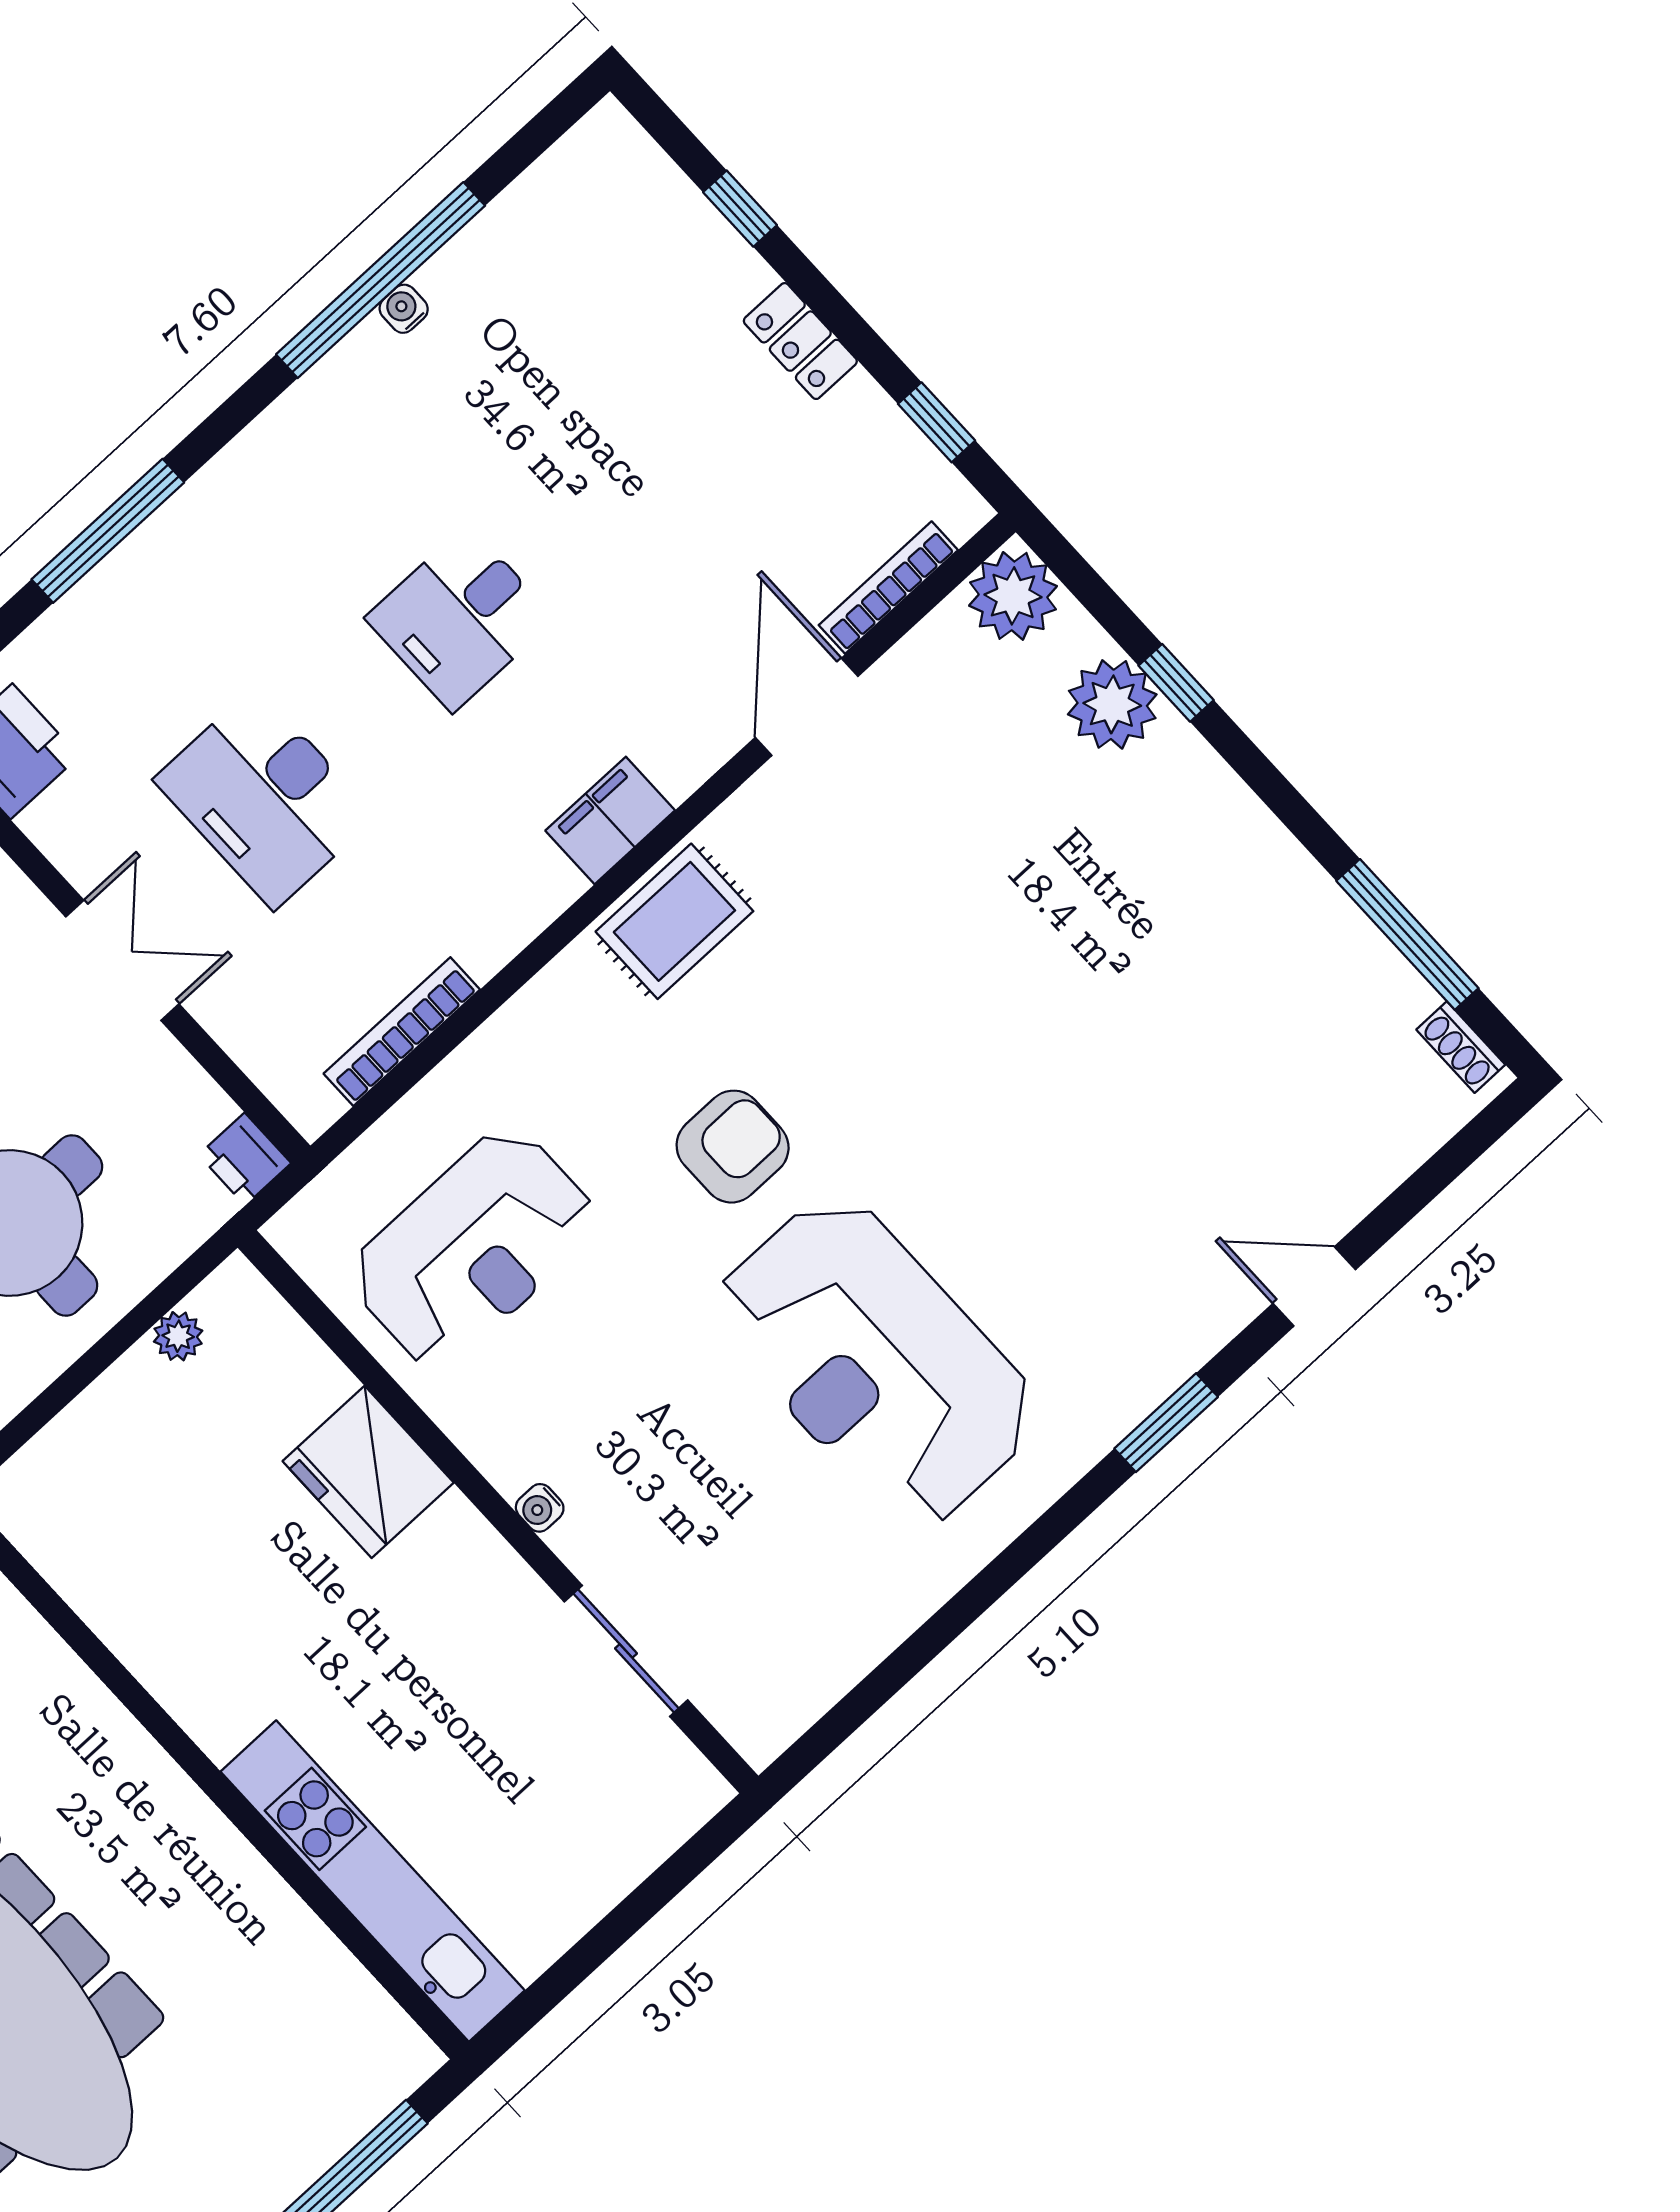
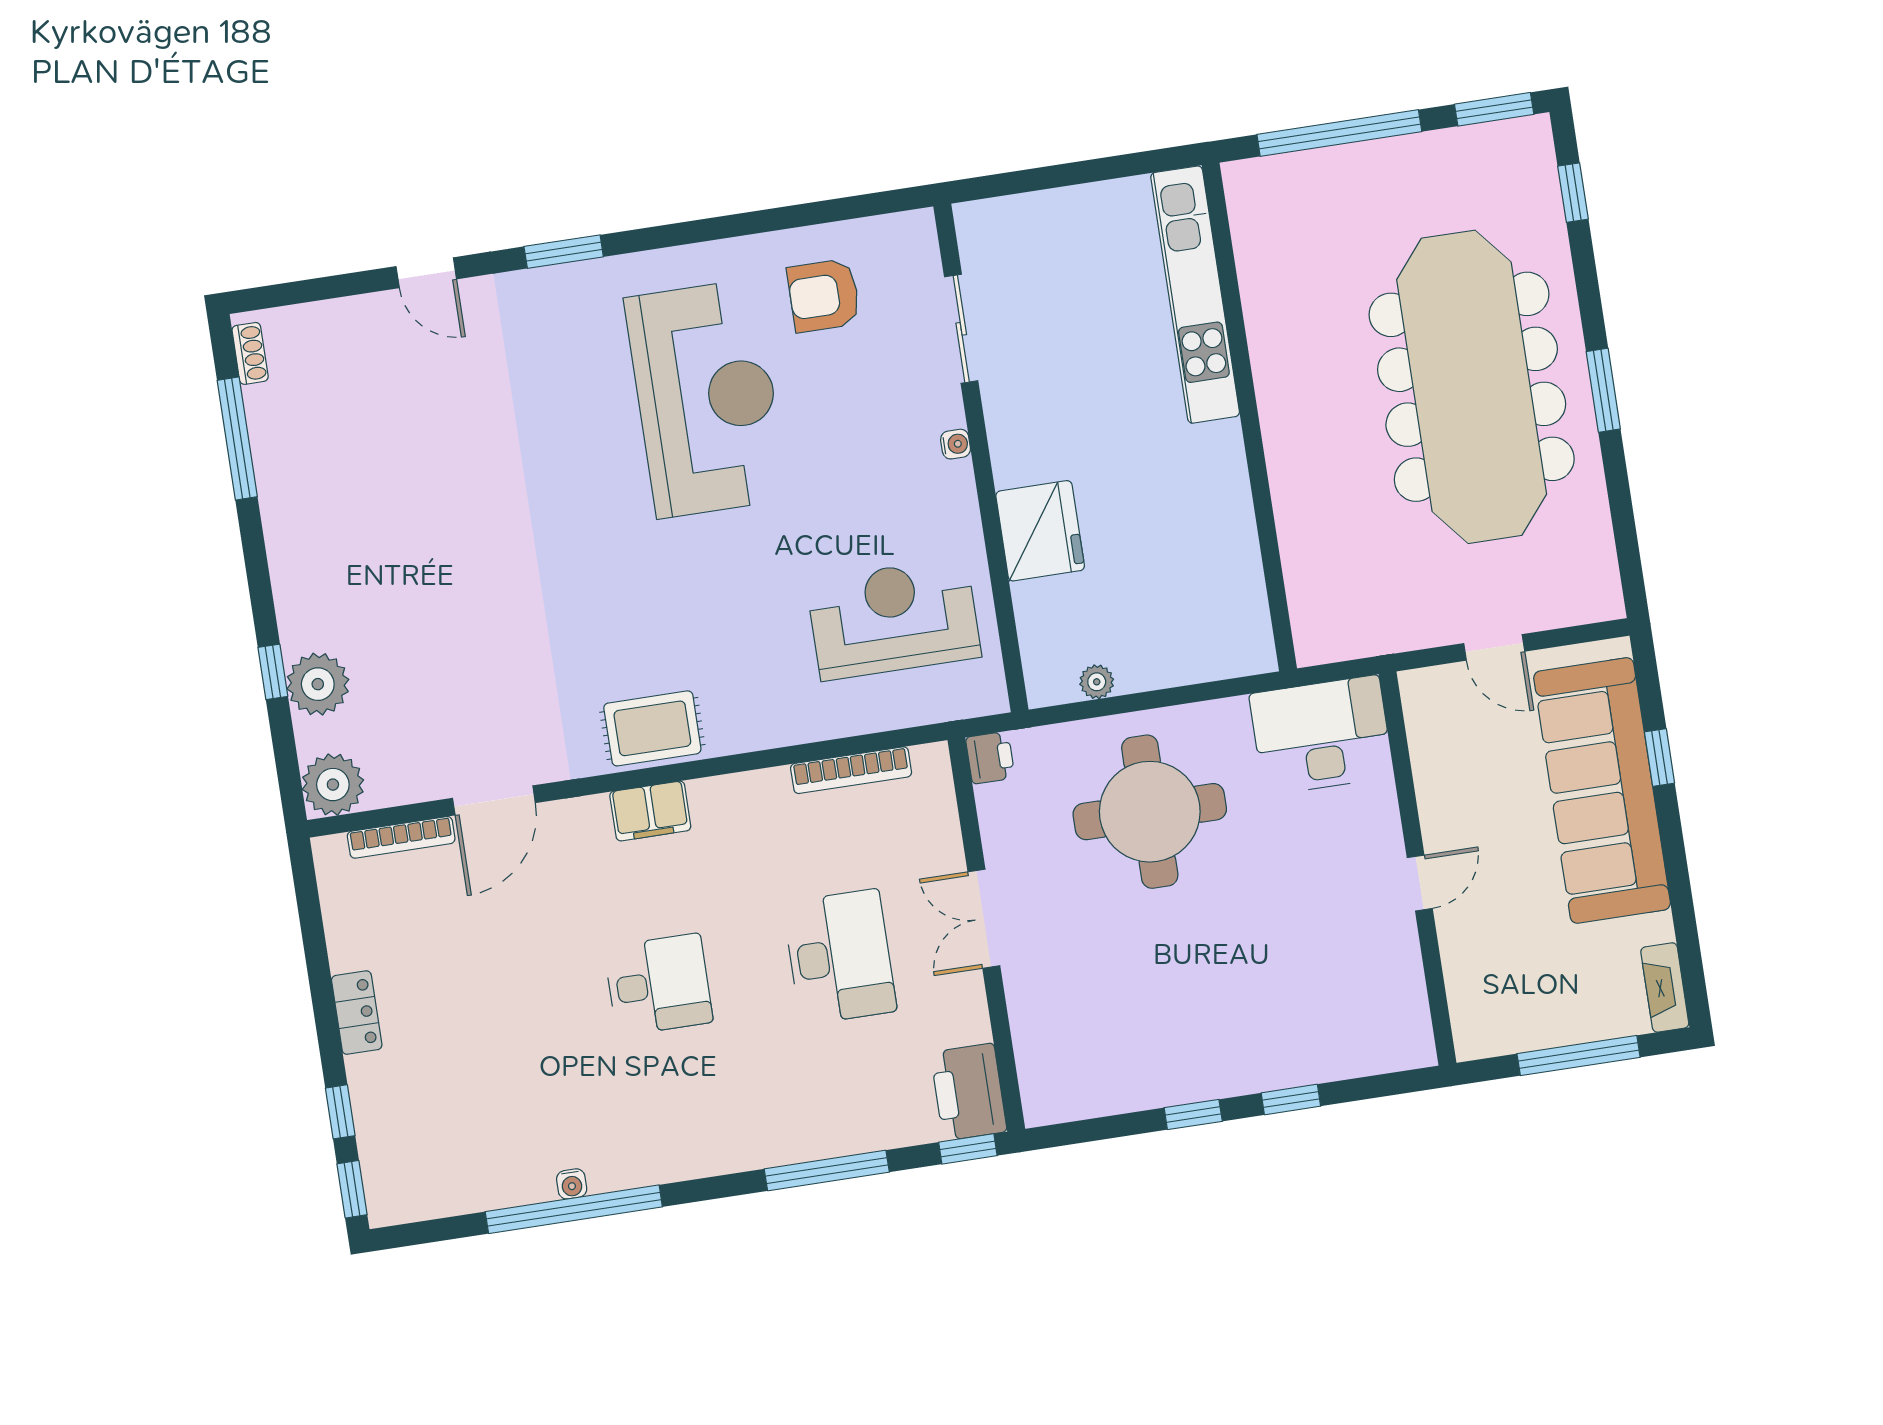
window: (937, 422) -> (352, 1189), moved
armchair: (733, 1147) -> (824, 295), moved

